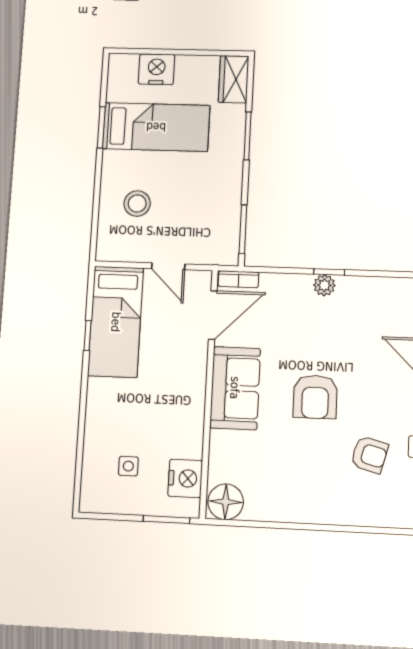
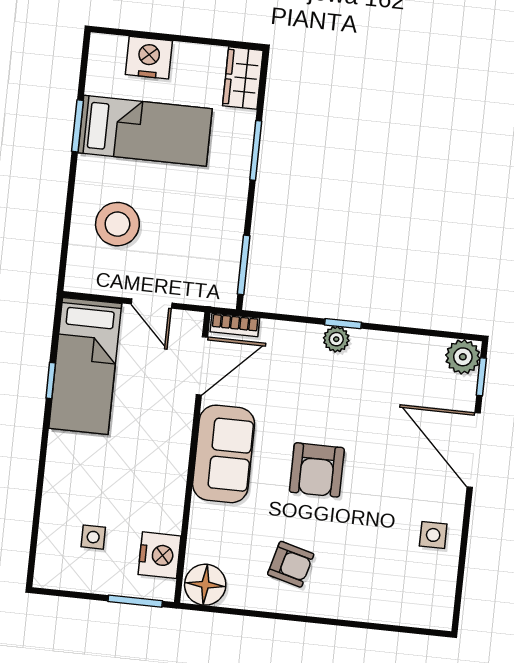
stool: (137, 204) -> (117, 224), width x1.38, depth x1.38
armchair: (369, 455) -> (291, 564), moved

